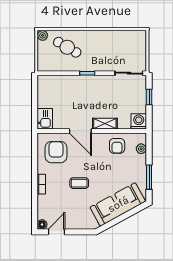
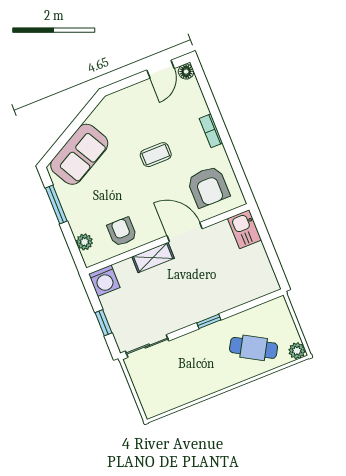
sofa: (118, 204) -> (79, 154), width x0.73

